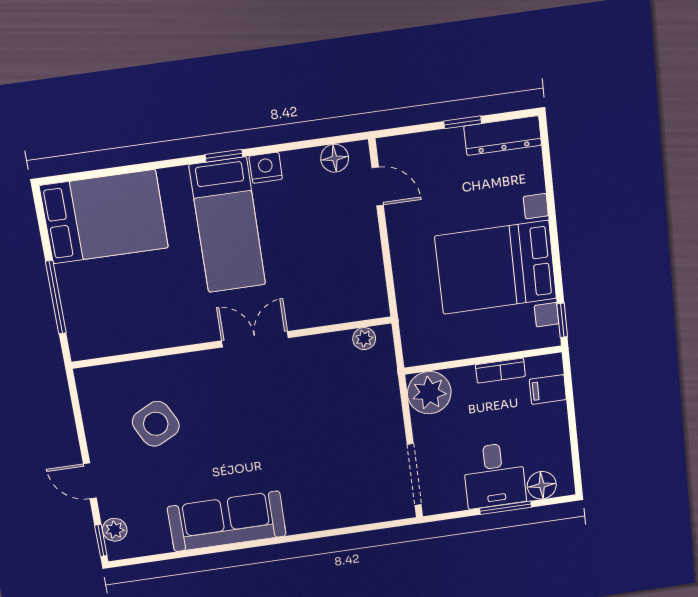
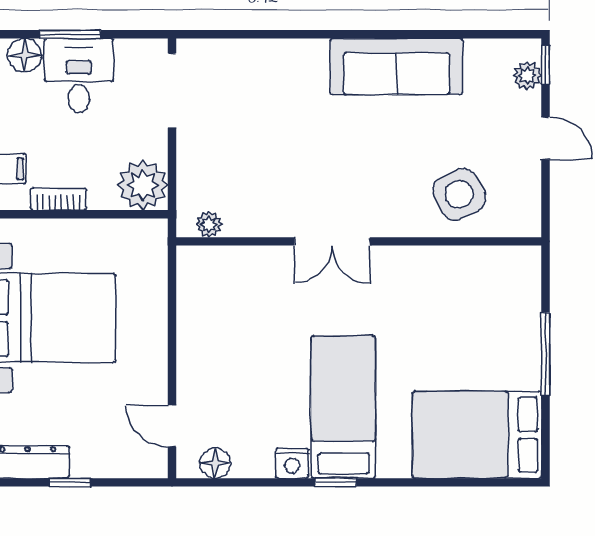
double door: (255, 339) -> (332, 241), moved
plant: (364, 339) -> (209, 224), moved
wall: (232, 343) -> (359, 241), moved

